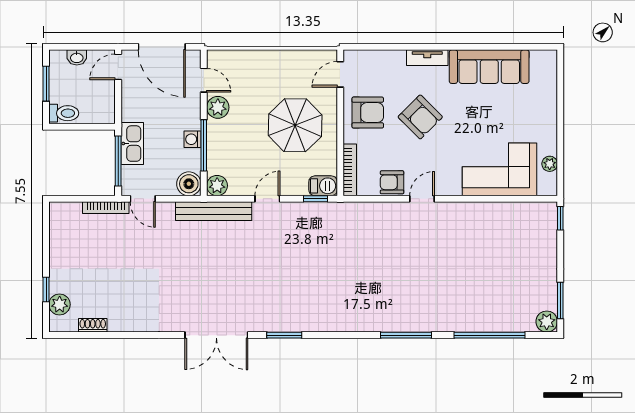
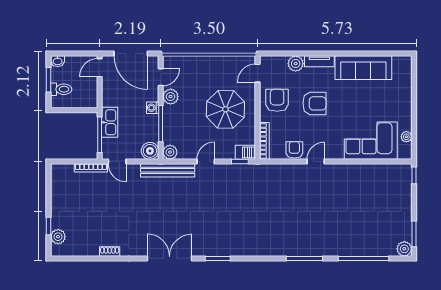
washbasin: (77, 57) -> (58, 61), moved
plant: (394, 61) -> (296, 64), added
door: (204, 80) -> (161, 77), hinge flipped
toilet: (64, 113) -> (61, 89), moved
armchair: (368, 113) -> (277, 100), turned -90
armchair: (420, 117) -> (314, 103), turned -45
washing machine: (193, 139) -> (153, 108), moved
armchair: (392, 182) -> (294, 150), turned 90
shoe rack: (93, 325) -> (110, 252), moved
double door: (216, 335) -> (170, 258), swing flipped

